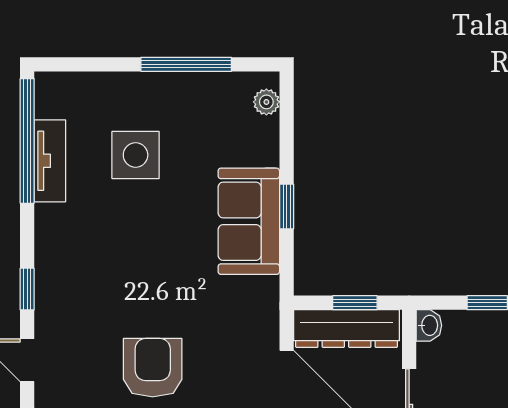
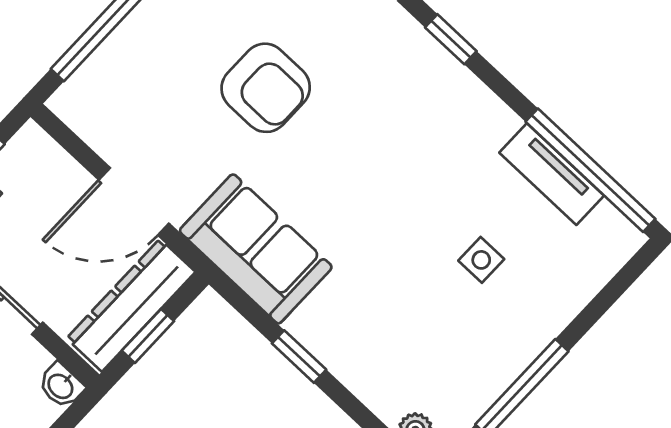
side table: (136, 155) -> (481, 260), width x0.54, depth x0.54
sofa: (249, 221) -> (256, 249), moved

